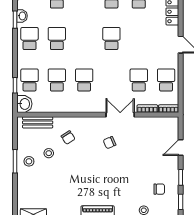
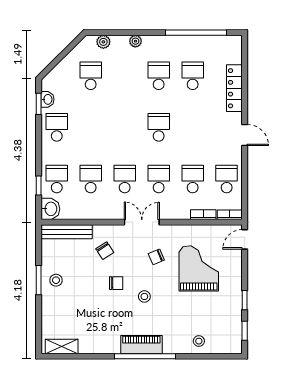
school desk: (57, 38) -> (159, 179), moved
double door: (120, 115) -> (142, 222), moved
bench: (38, 122) -> (67, 232), width x1.36
door: (181, 148) -> (245, 239), moved
grand piano: (144, 152) -> (199, 268), added
stool: (49, 153) -> (144, 296), moved
chair: (159, 189) -> (116, 283), moved

